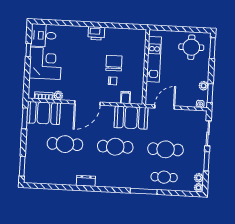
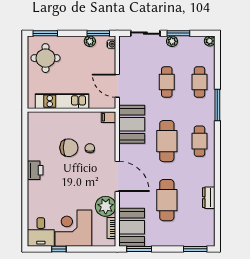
chair: (114, 63) -> (69, 148), turned 180
plant: (58, 96) -> (106, 206), width x1.88, depth x1.88
filing cabinet: (126, 97) -> (108, 117), moved
cafe table: (166, 149) -> (167, 82), width x0.73, depth x0.74
cafe table: (114, 175) -> (199, 141), added
plant: (199, 178) -> (172, 41), moved
dresser: (86, 181) -> (209, 198), moved

